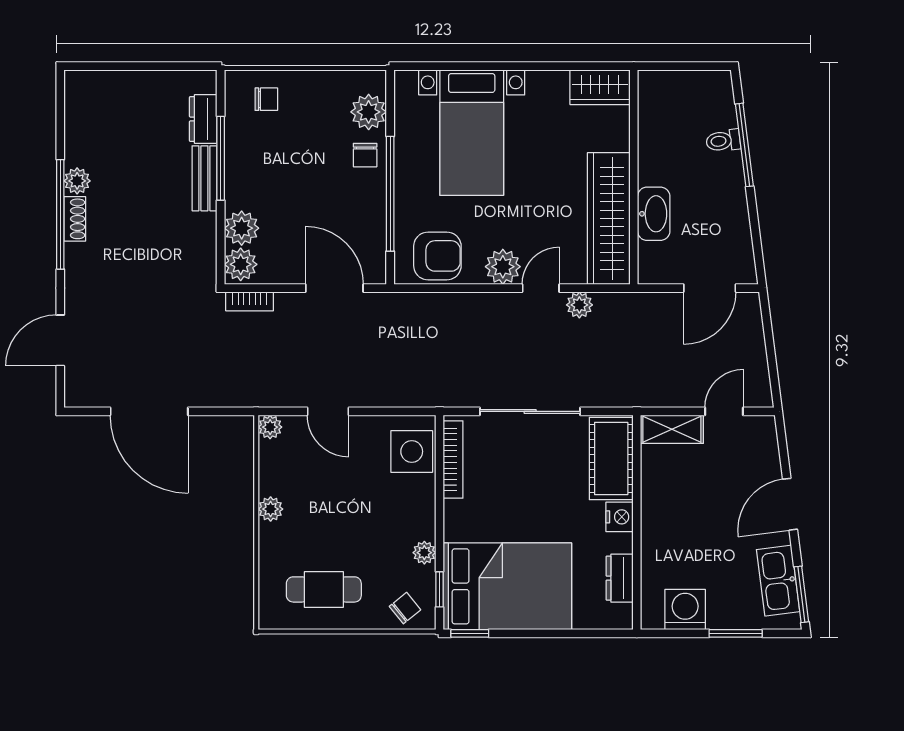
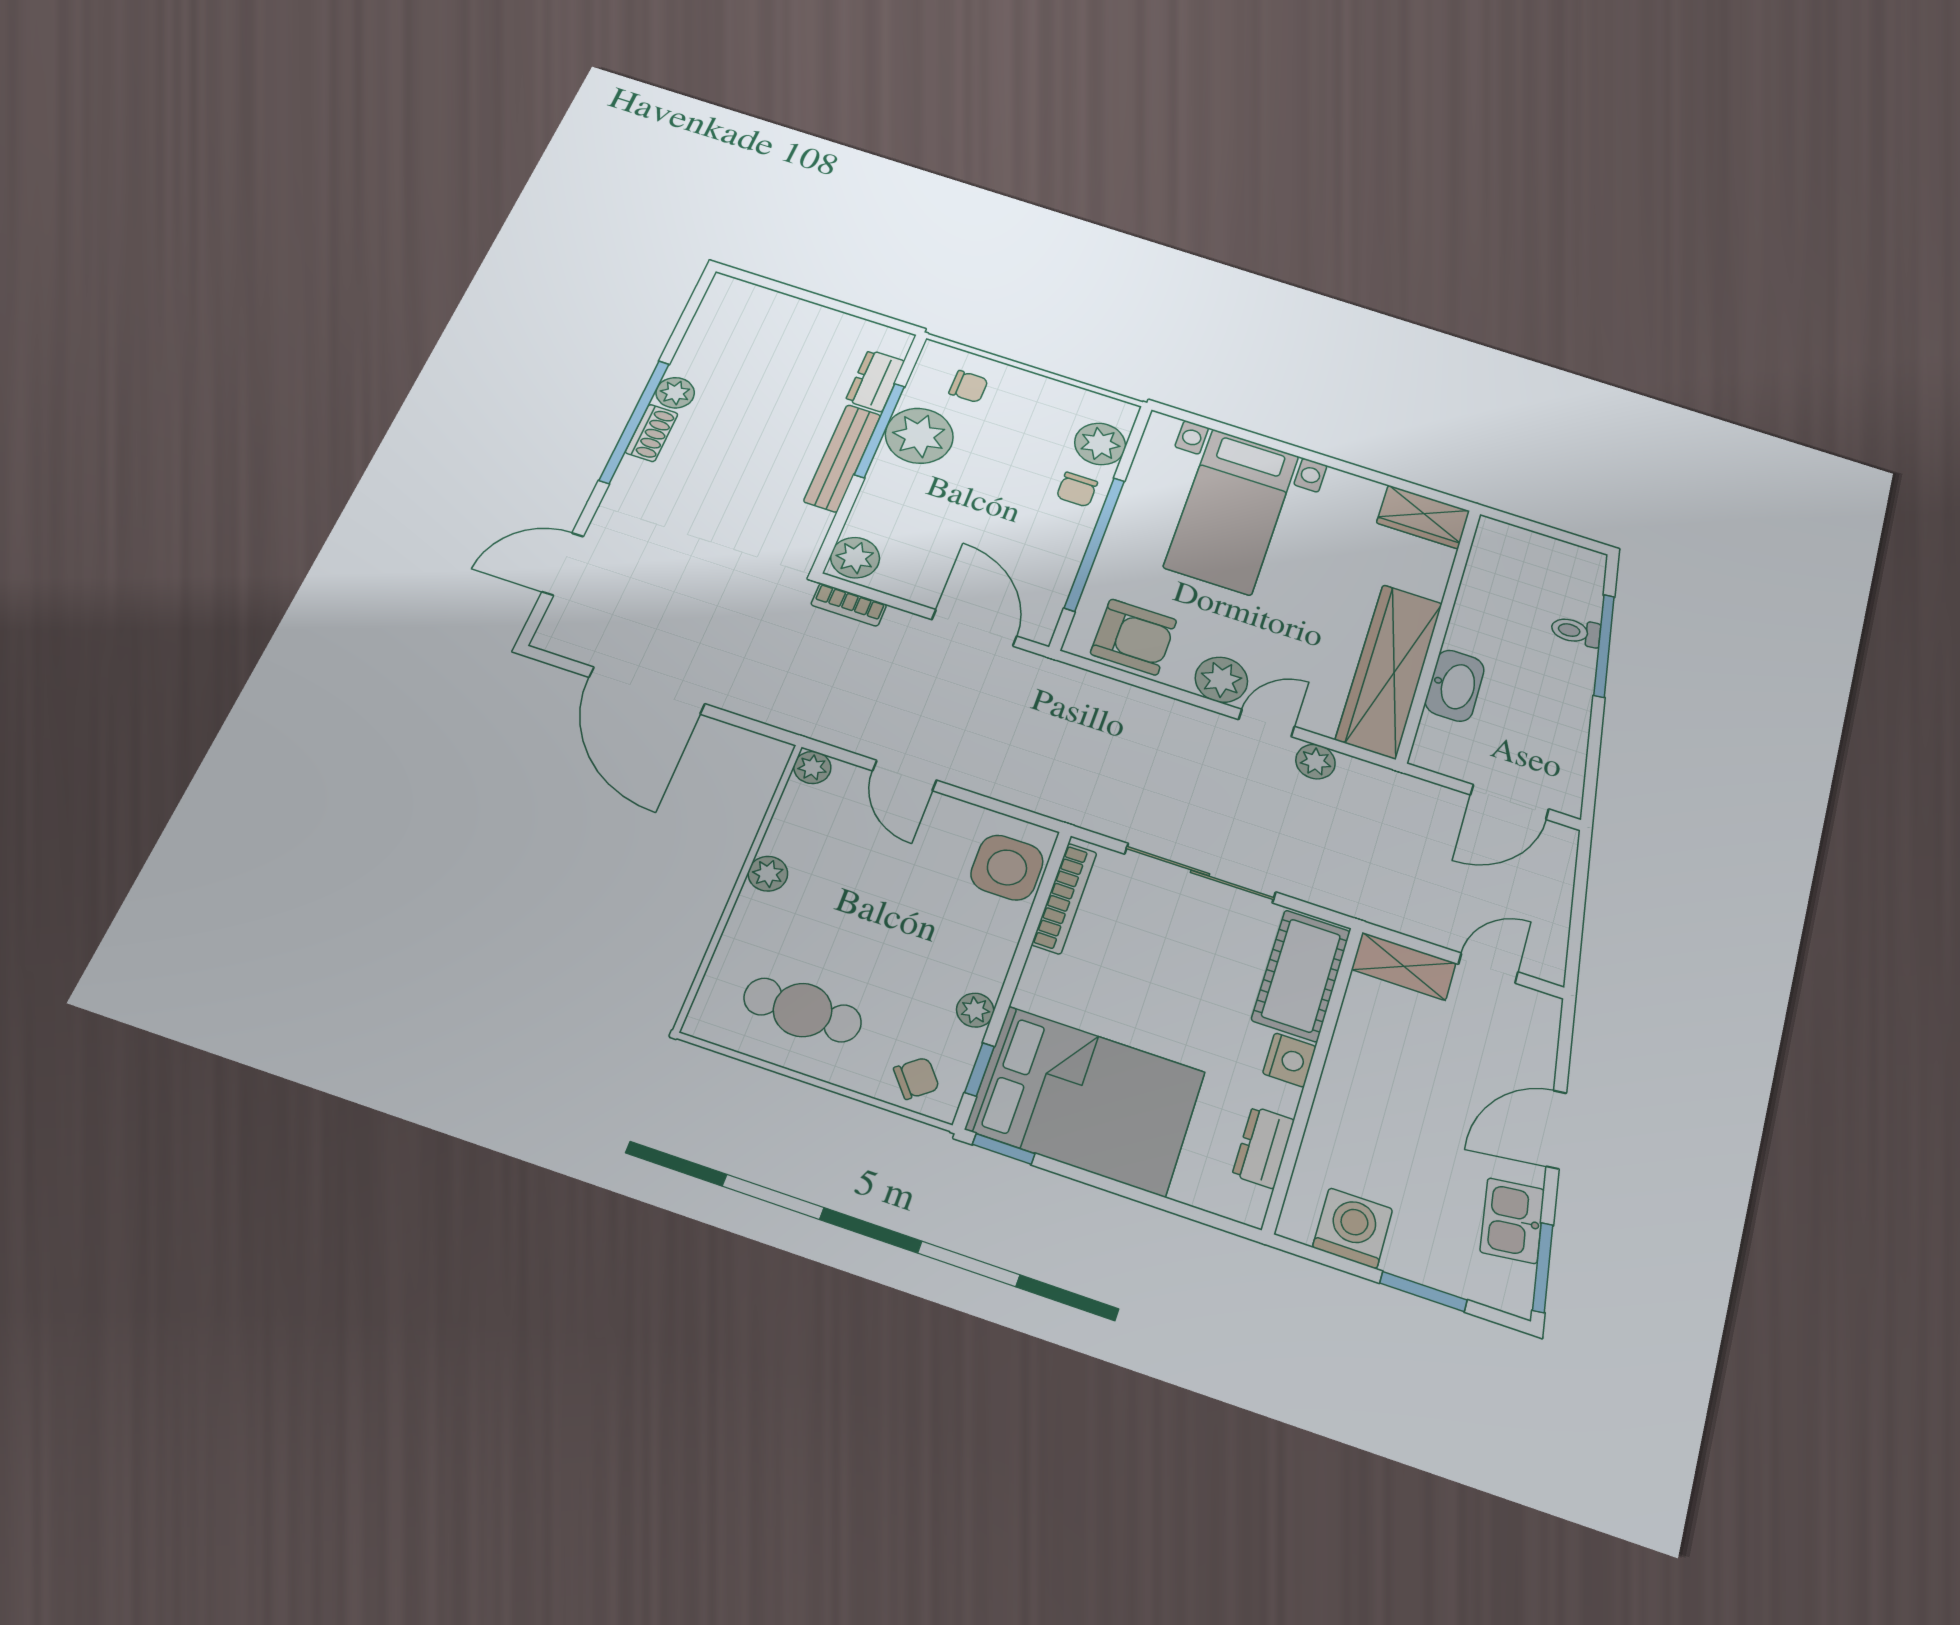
bench: (204, 178) -> (842, 458), width x1.36
plant: (242, 228) -> (919, 436), moved, width x1.36, depth x1.36
kitchen sink: (778, 581) -> (1512, 1221), width x0.73

